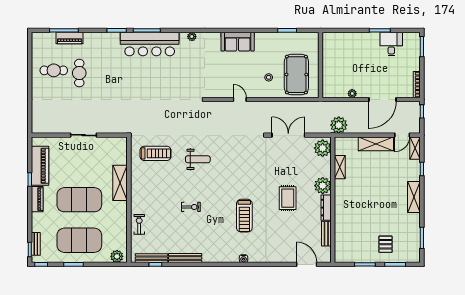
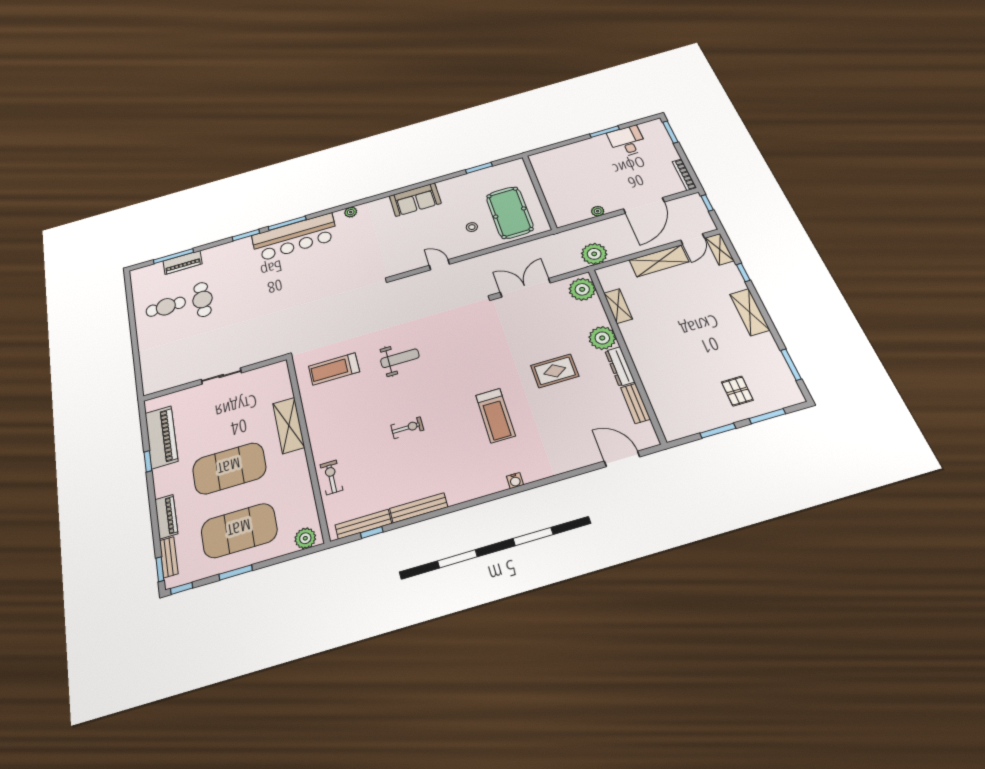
treadmill: (156, 153) -> (334, 369), turned 180
rug: (288, 198) -> (555, 371), turned 90
piano: (37, 199) -> (166, 517), moved

